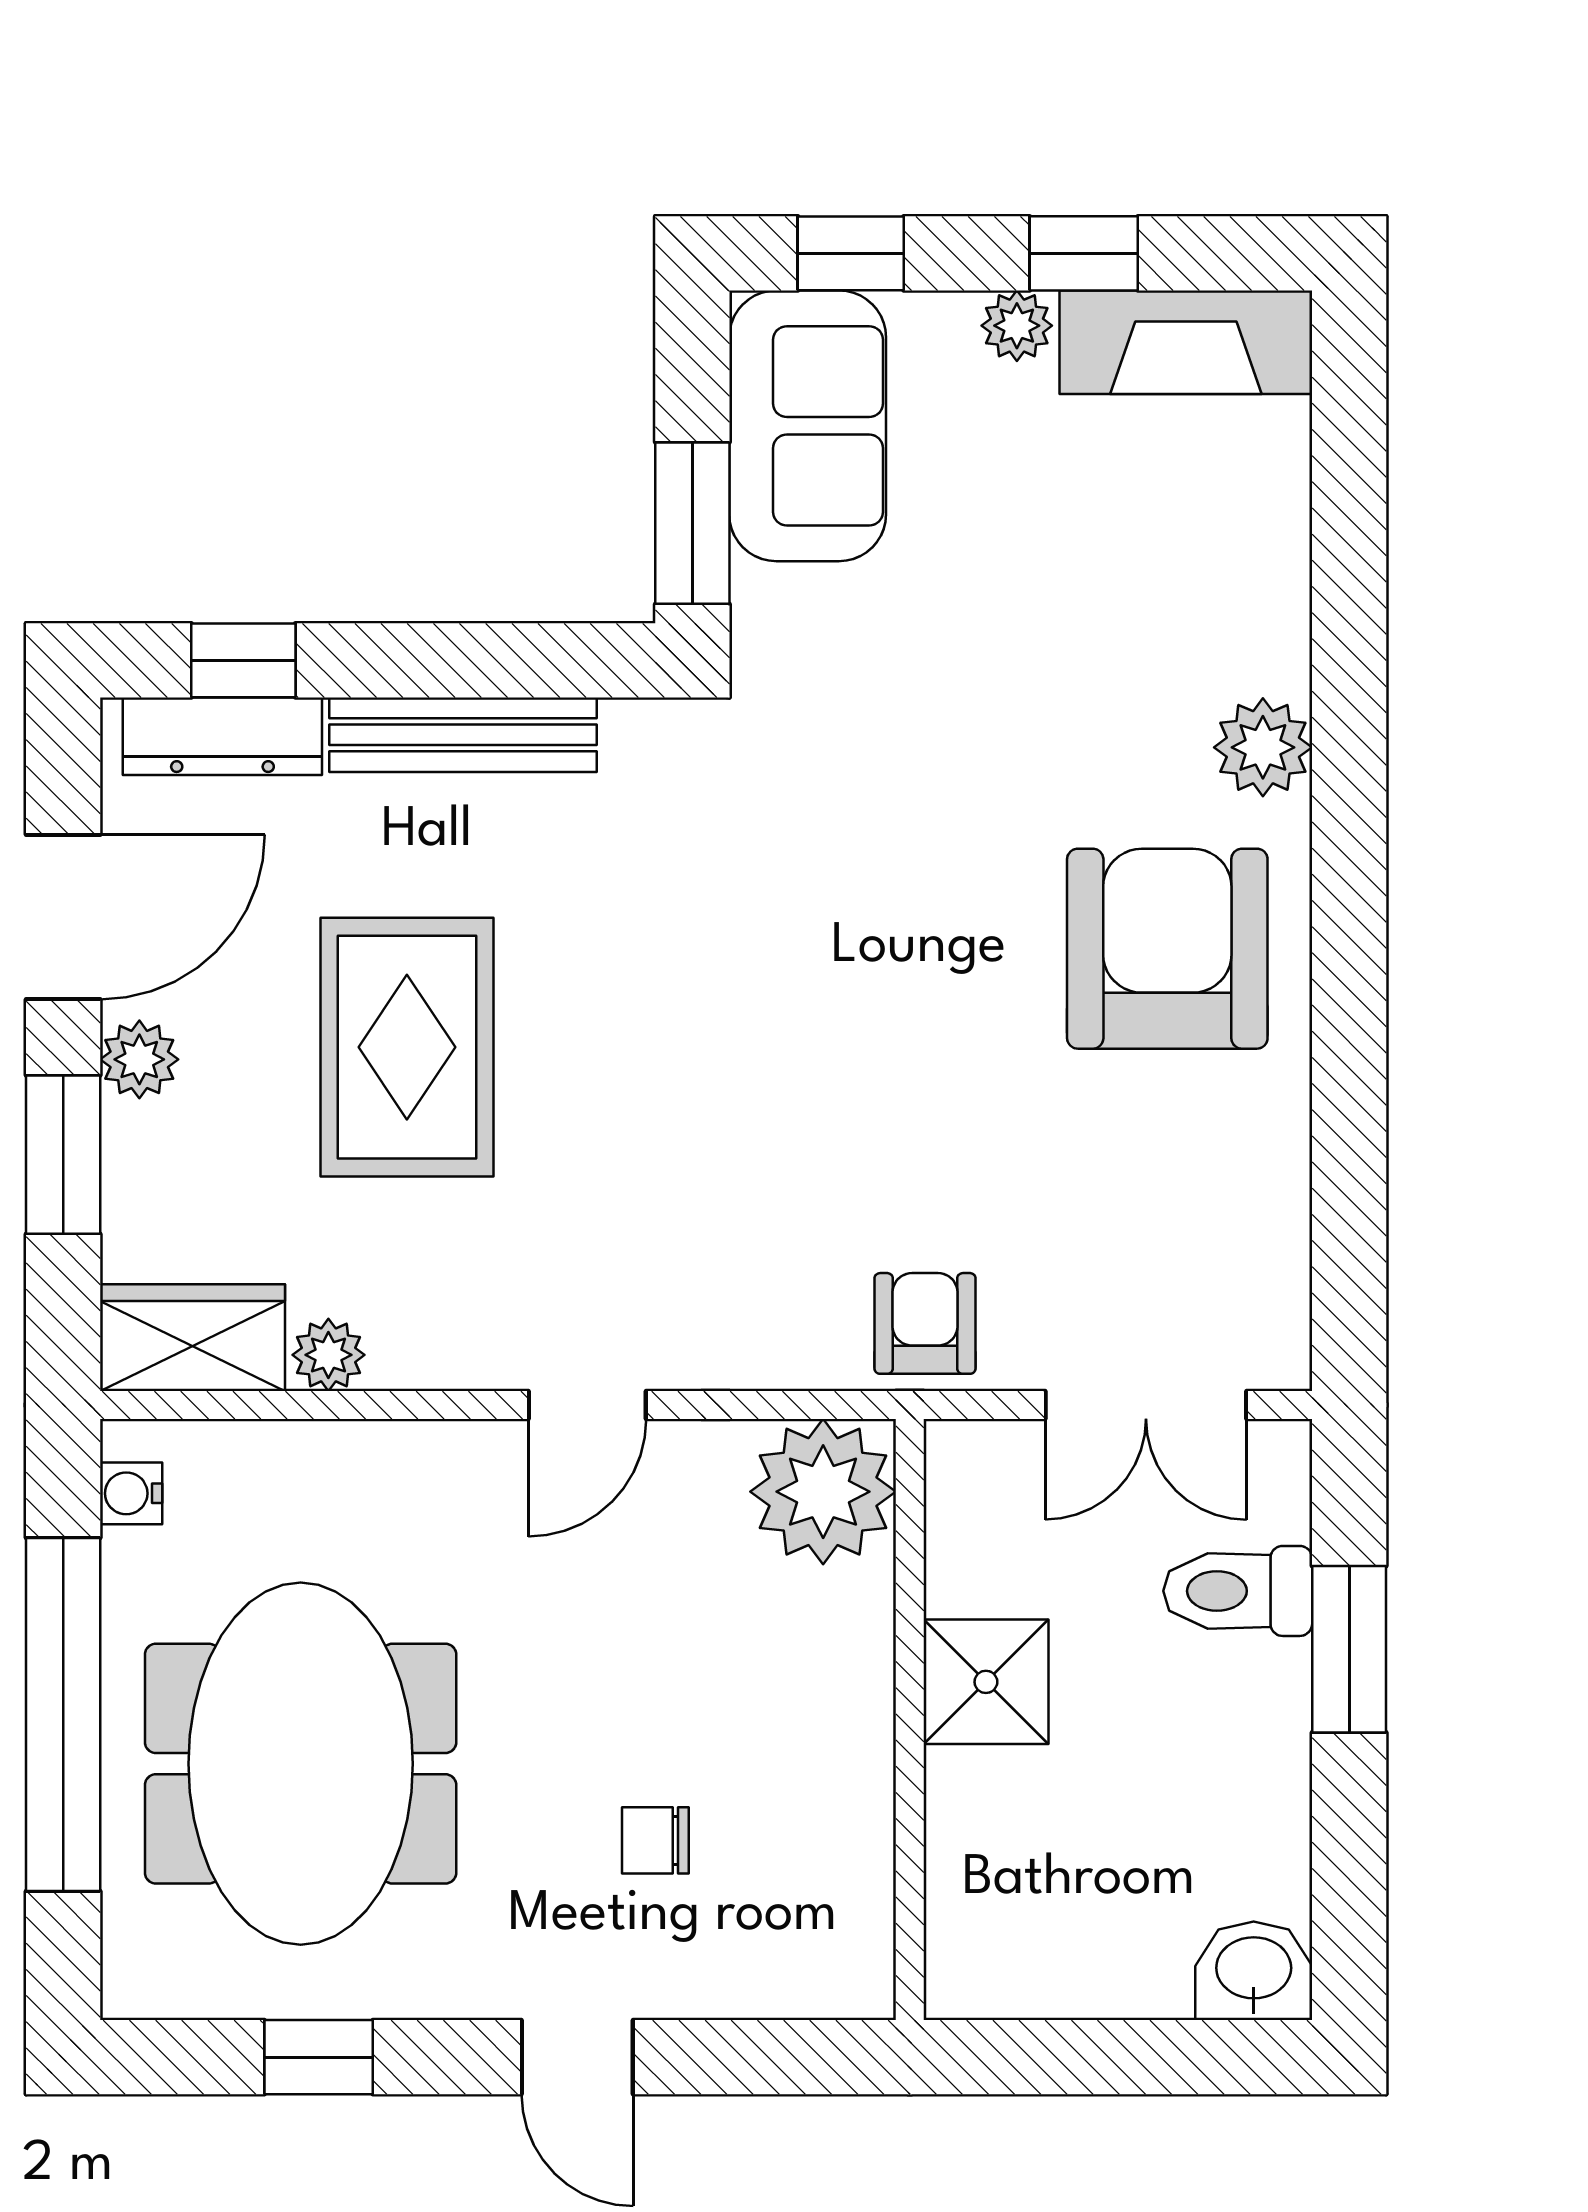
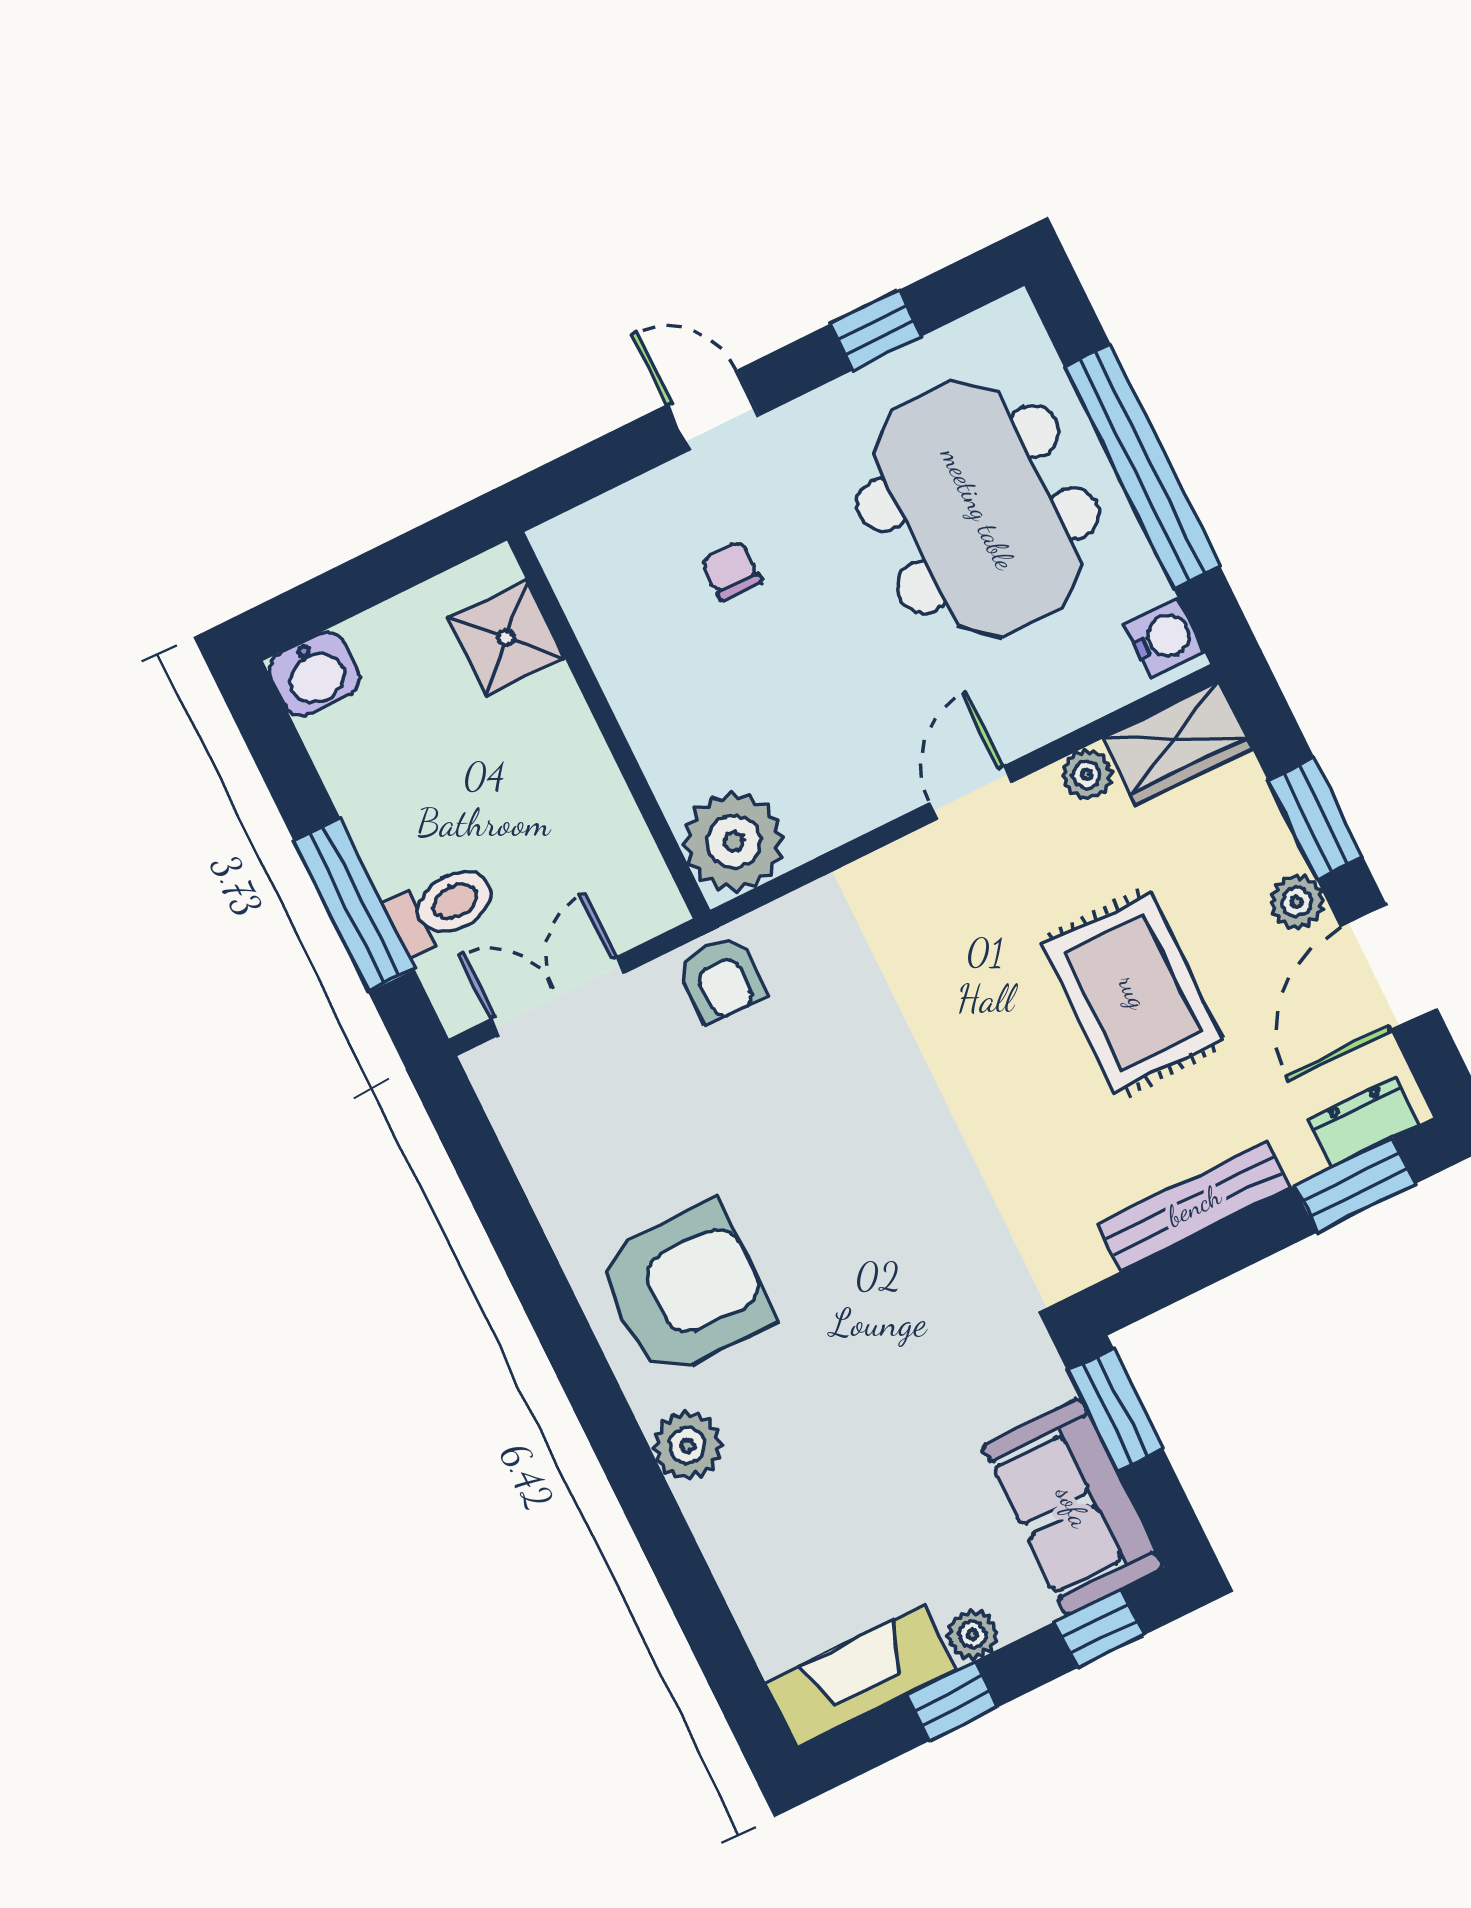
window: (243, 660) -> (1355, 1185), width x1.50
dresser: (222, 736) -> (1364, 1121), width x0.70
armchair: (1167, 949) -> (685, 1289), turned -90
door: (587, 1405) -> (971, 793), moved
water cooler: (131, 1493) -> (1164, 638), width x1.38, depth x1.38
window: (1349, 1649) -> (354, 905), width x1.44
shower: (986, 1682) -> (506, 638), moved
chair: (655, 1840) -> (731, 571), turned -90

